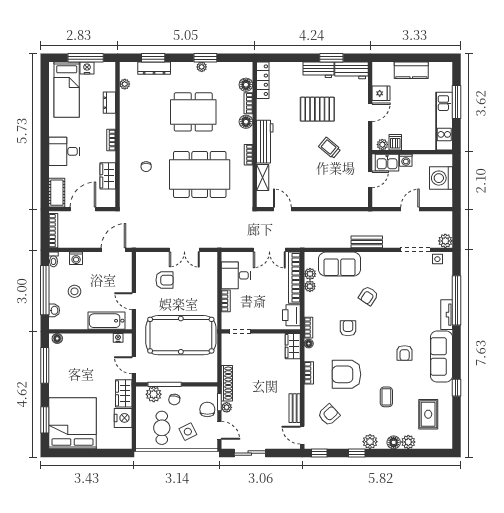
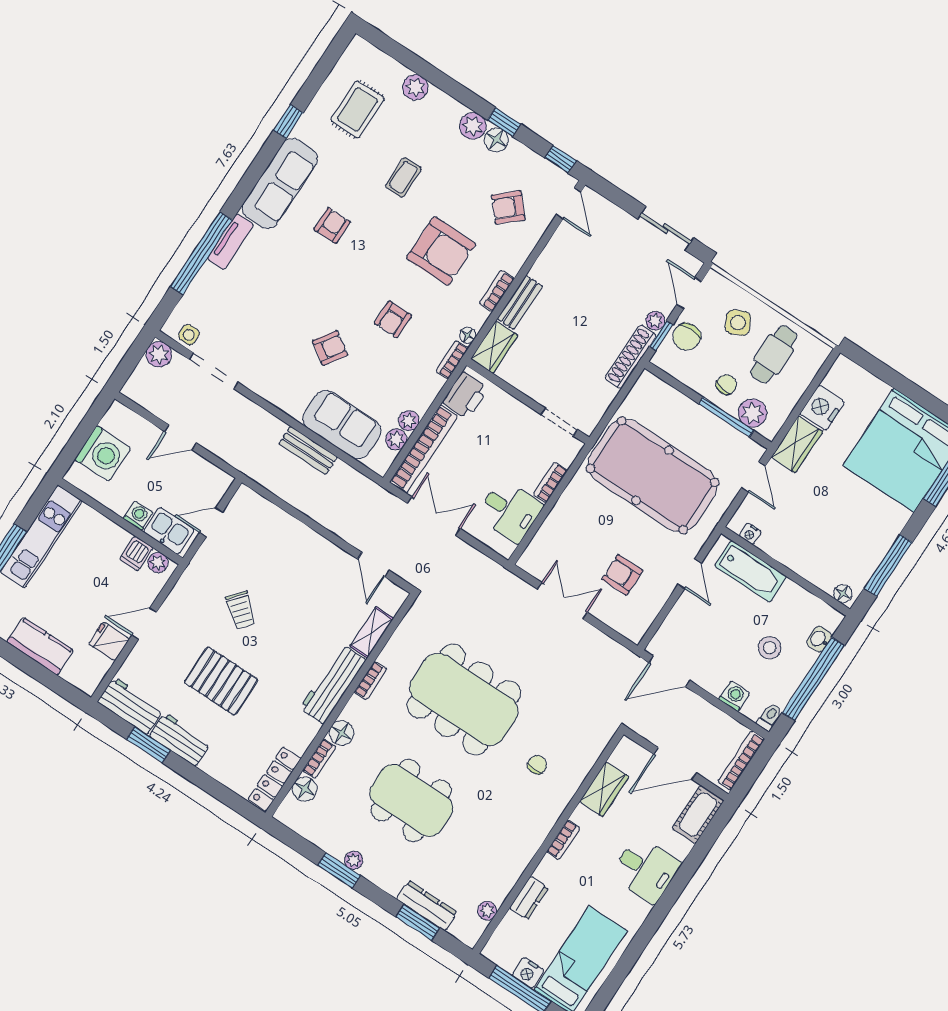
bench: (367, 242) -> (308, 450), moved
bench: (295, 408) -> (520, 302), moved
floor lamp: (394, 442) -> (496, 140), moved

